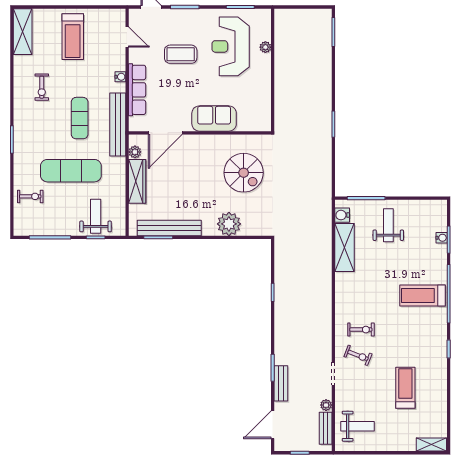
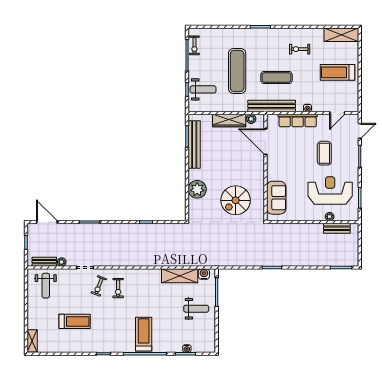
sofa: (214, 119) -> (276, 198), moved
exercise bike: (30, 196) -> (194, 45), moved
bench: (281, 383) -> (337, 228), moved

